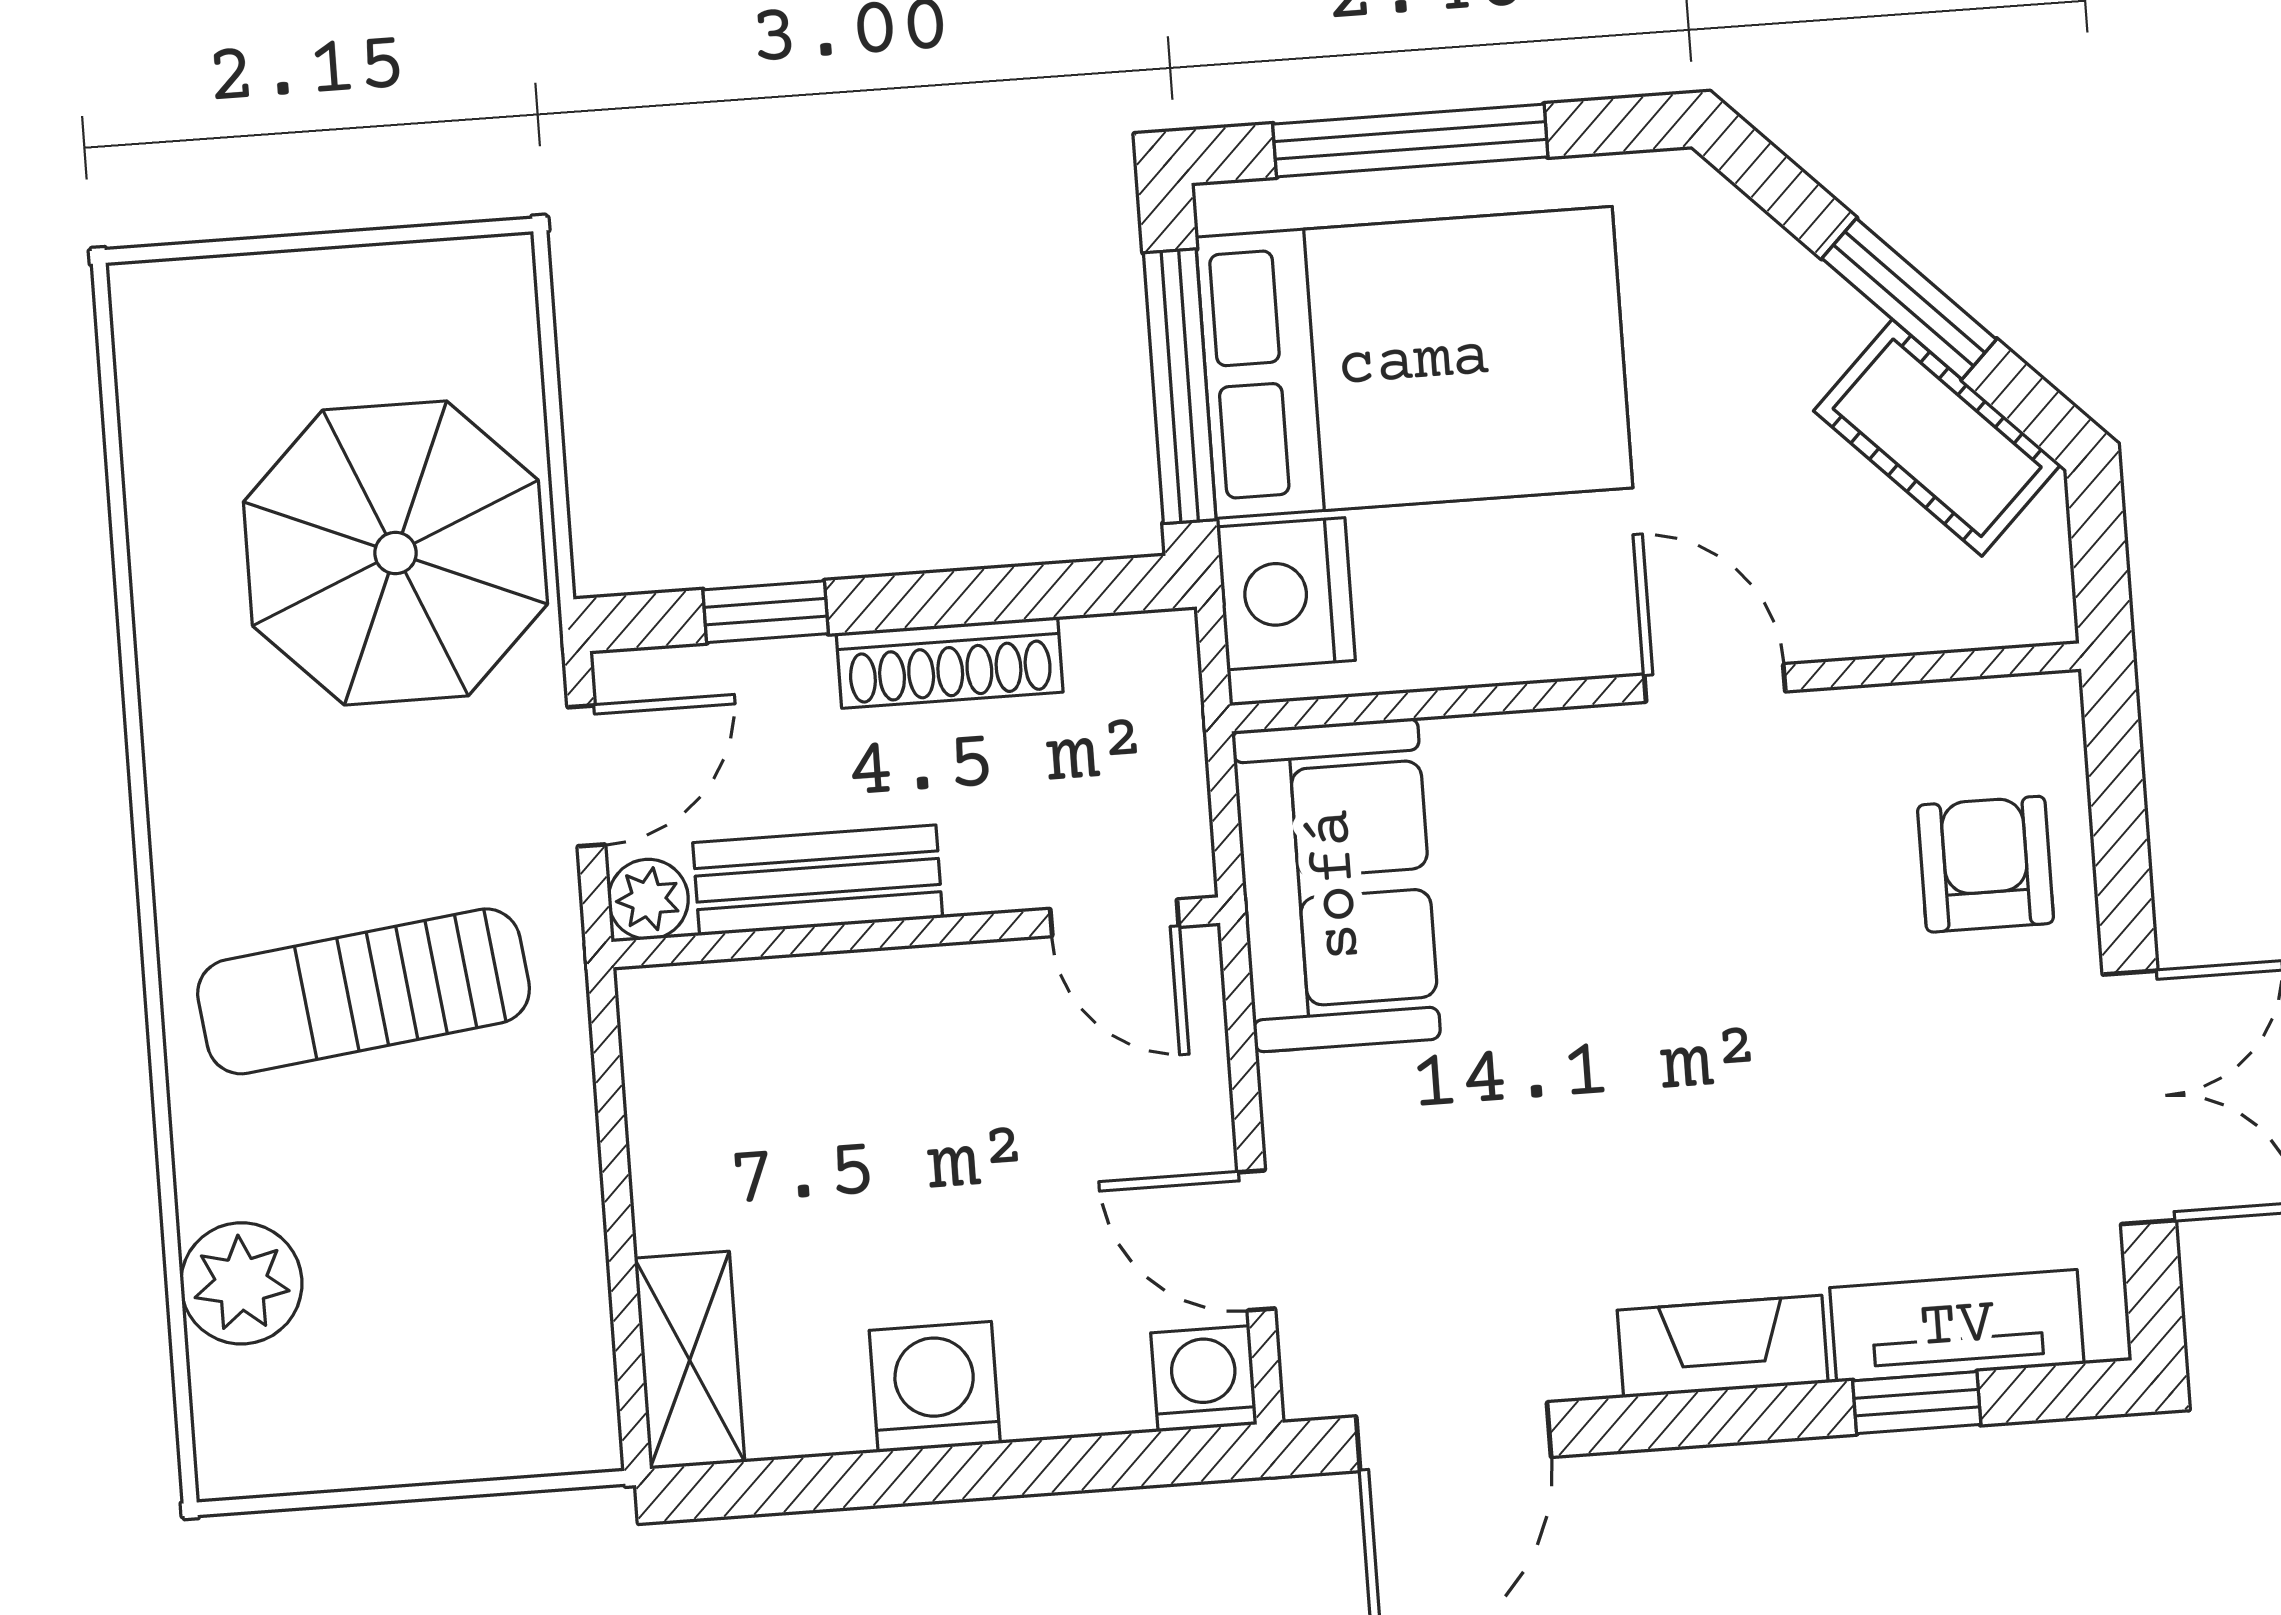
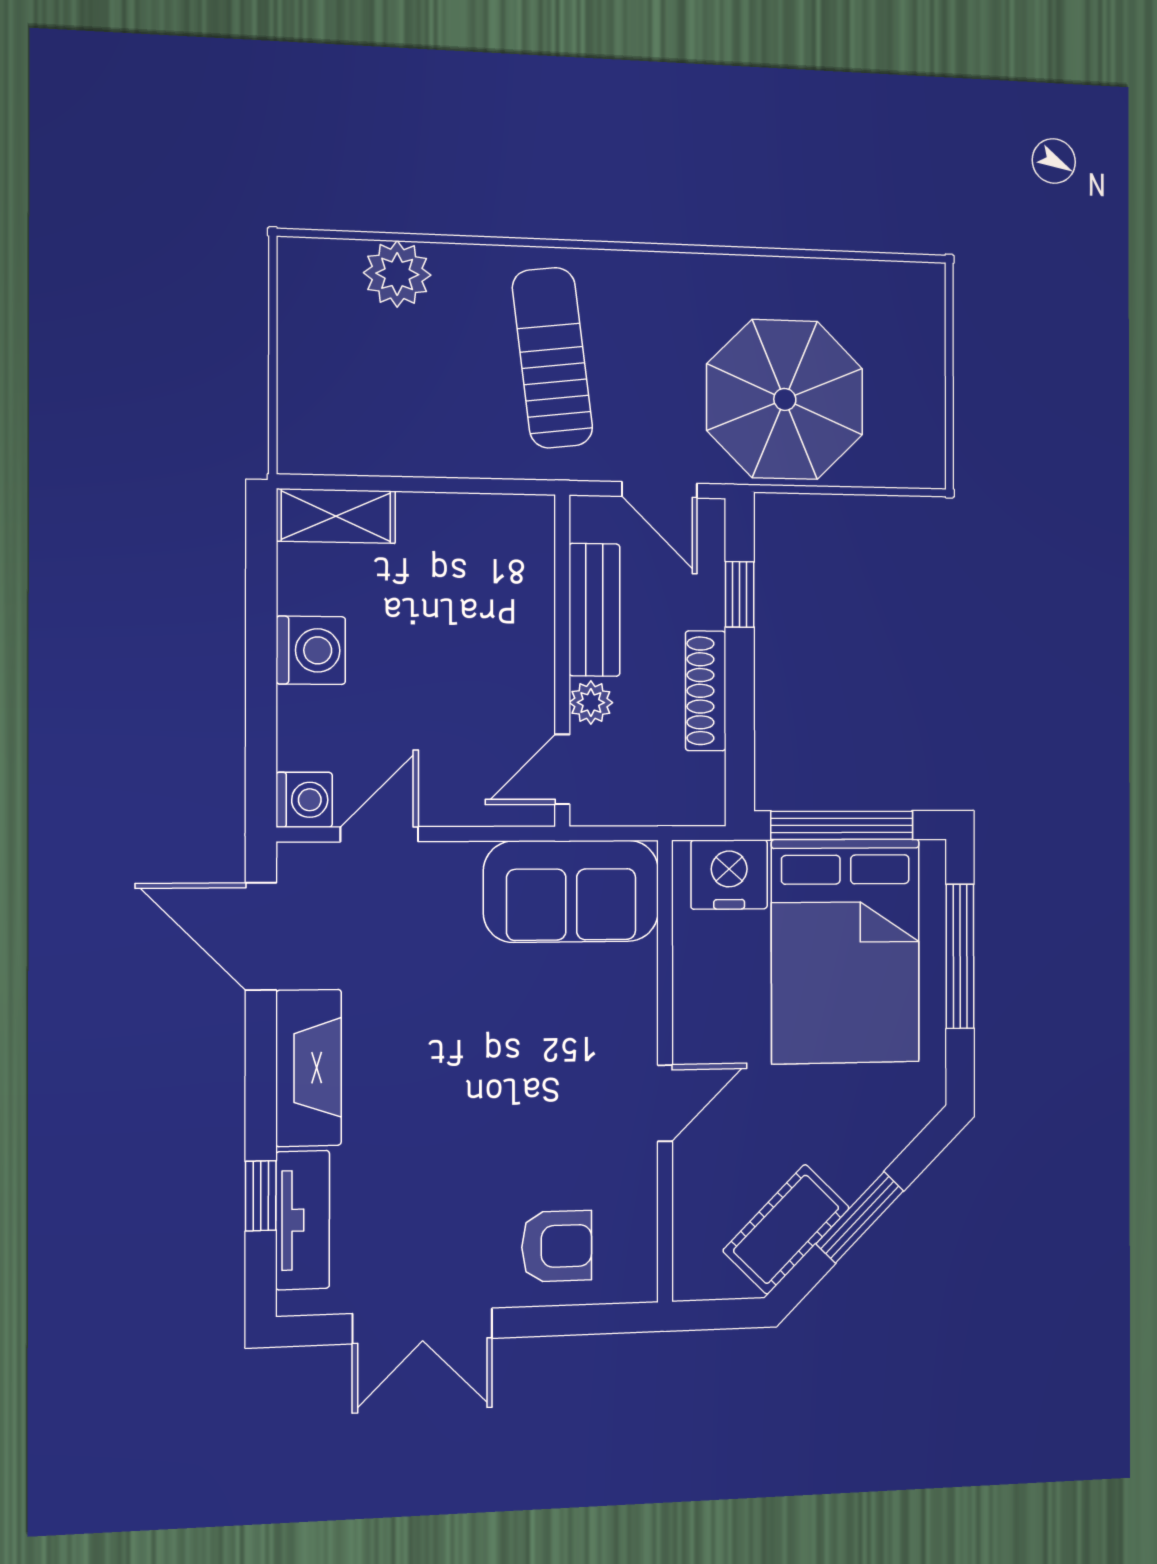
plant: (648, 899) -> (591, 702), moved
fireplace: (1723, 1346) -> (309, 1068), width x1.37, depth x1.32

